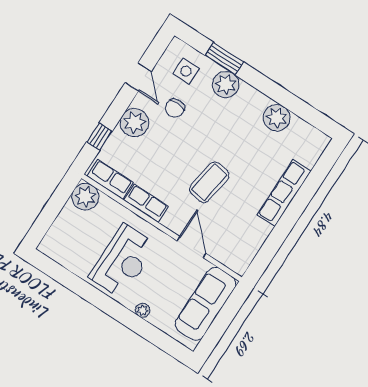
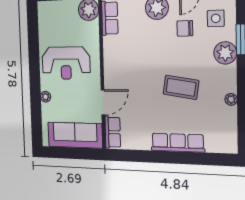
plant: (277, 118) -> (231, 99), width x0.53, depth x0.53
coffee table: (209, 182) -> (181, 87), moved
row of seats: (146, 203) -> (113, 132), moved

